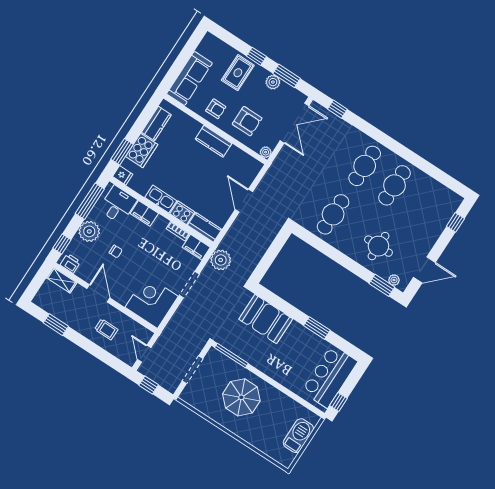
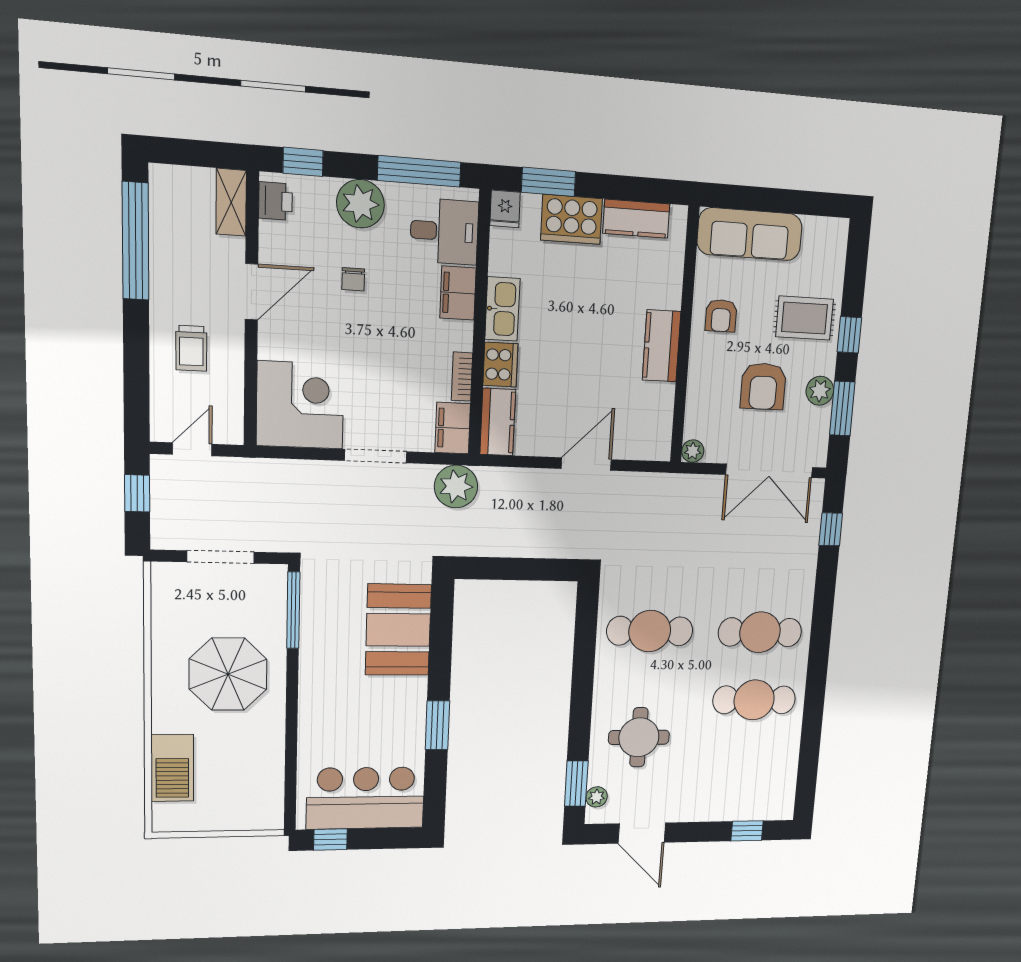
armchair: (247, 121) -> (763, 386), moved
window: (56, 325) -> (135, 241), width x2.11
barbecue: (298, 436) -> (172, 768), moved, turned 90

